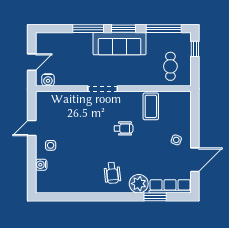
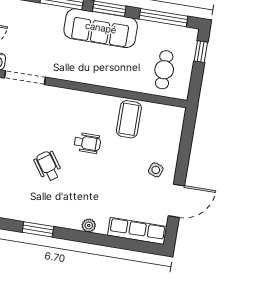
doorway: (103, 89) -> (25, 78), moved
wheelchair: (112, 173) -> (48, 166), moved, turned 151
plant: (139, 184) -> (89, 225), width x0.53, depth x0.53
window: (155, 197) -> (38, 229), moved

